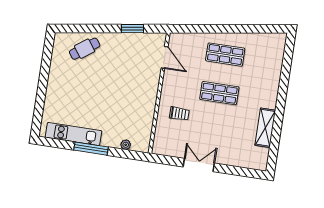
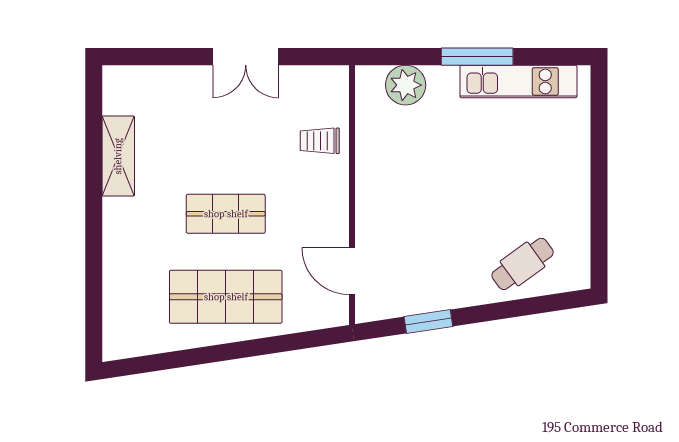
shop shelf: (225, 55) -> (226, 297), width x1.43, depth x1.36
trolley: (179, 114) -> (320, 141), moved
plant: (126, 145) -> (406, 85), width x1.87, depth x1.87

